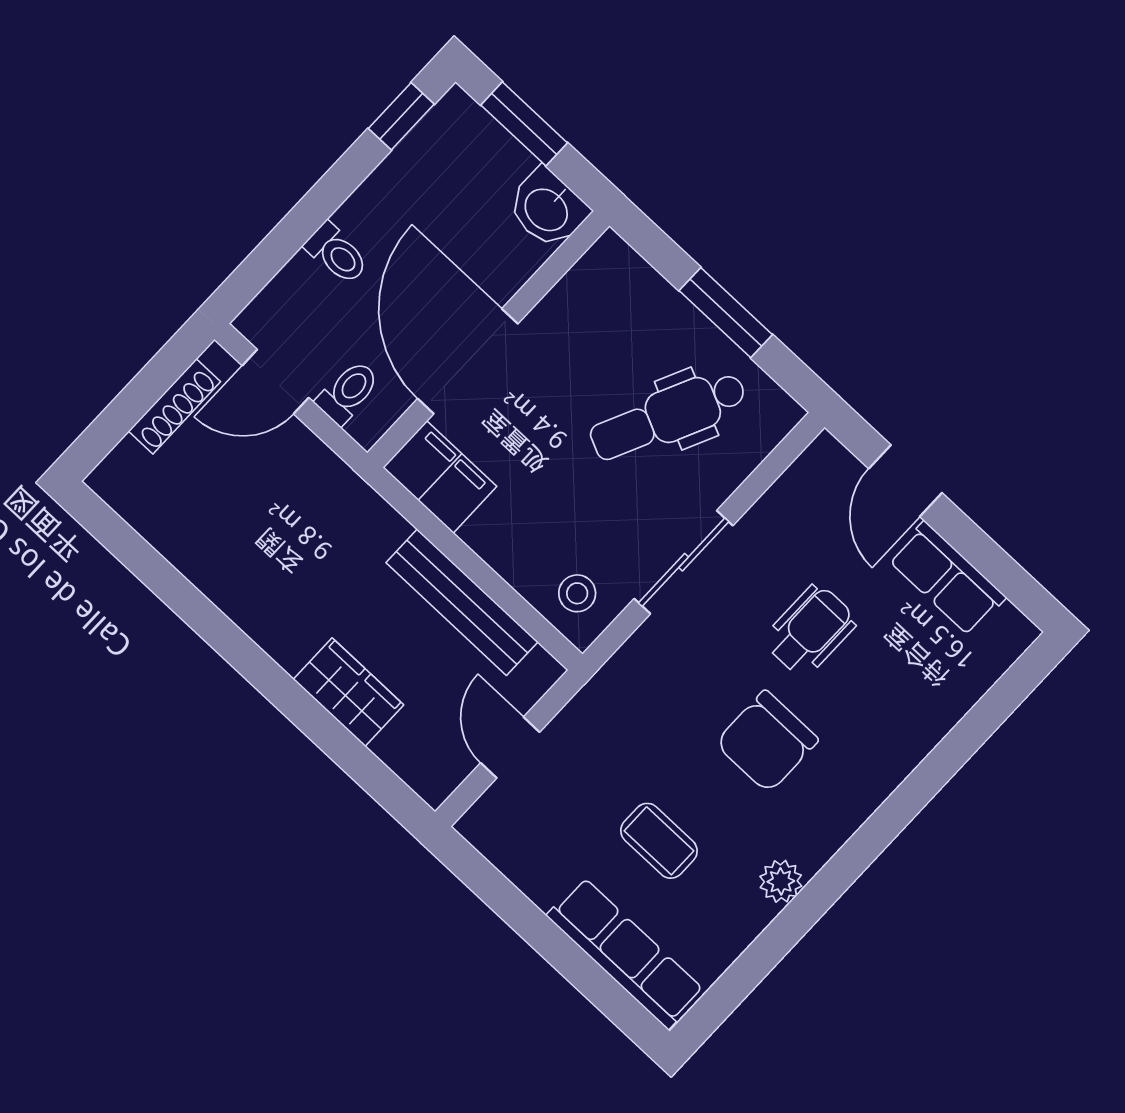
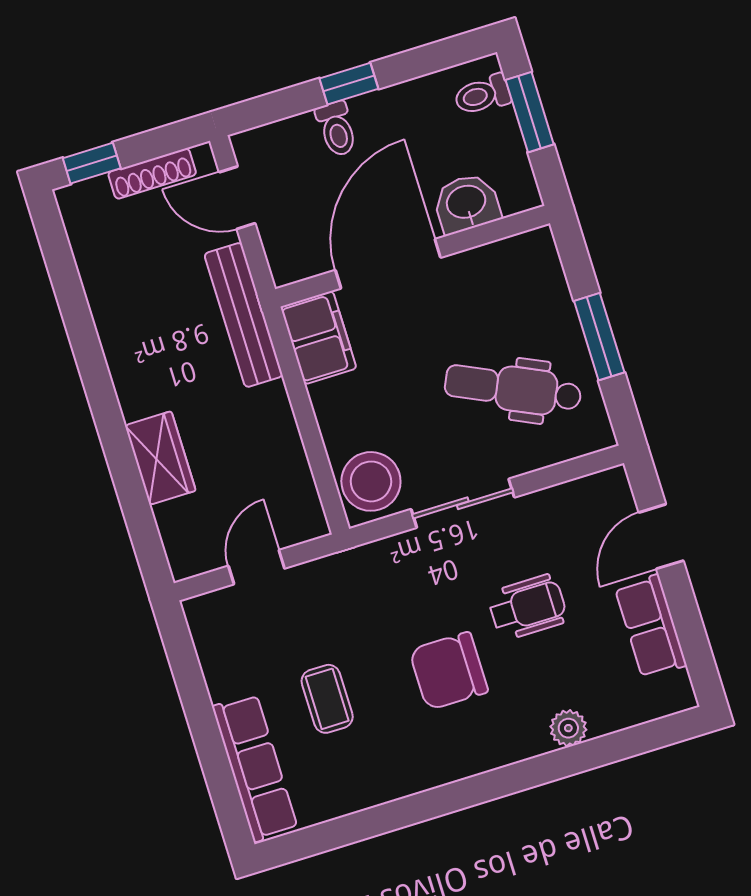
window: (401, 116) -> (349, 84), moved
washbasin: (547, 209) -> (466, 203), moved, turned 90
toilet: (348, 392) -> (482, 95), moved, turned 180
window: (107, 431) -> (92, 163), added
stool: (577, 593) -> (371, 481), width x1.89, depth x1.89
bench: (462, 602) -> (244, 315), moved
plant: (781, 881) -> (568, 728), moved

